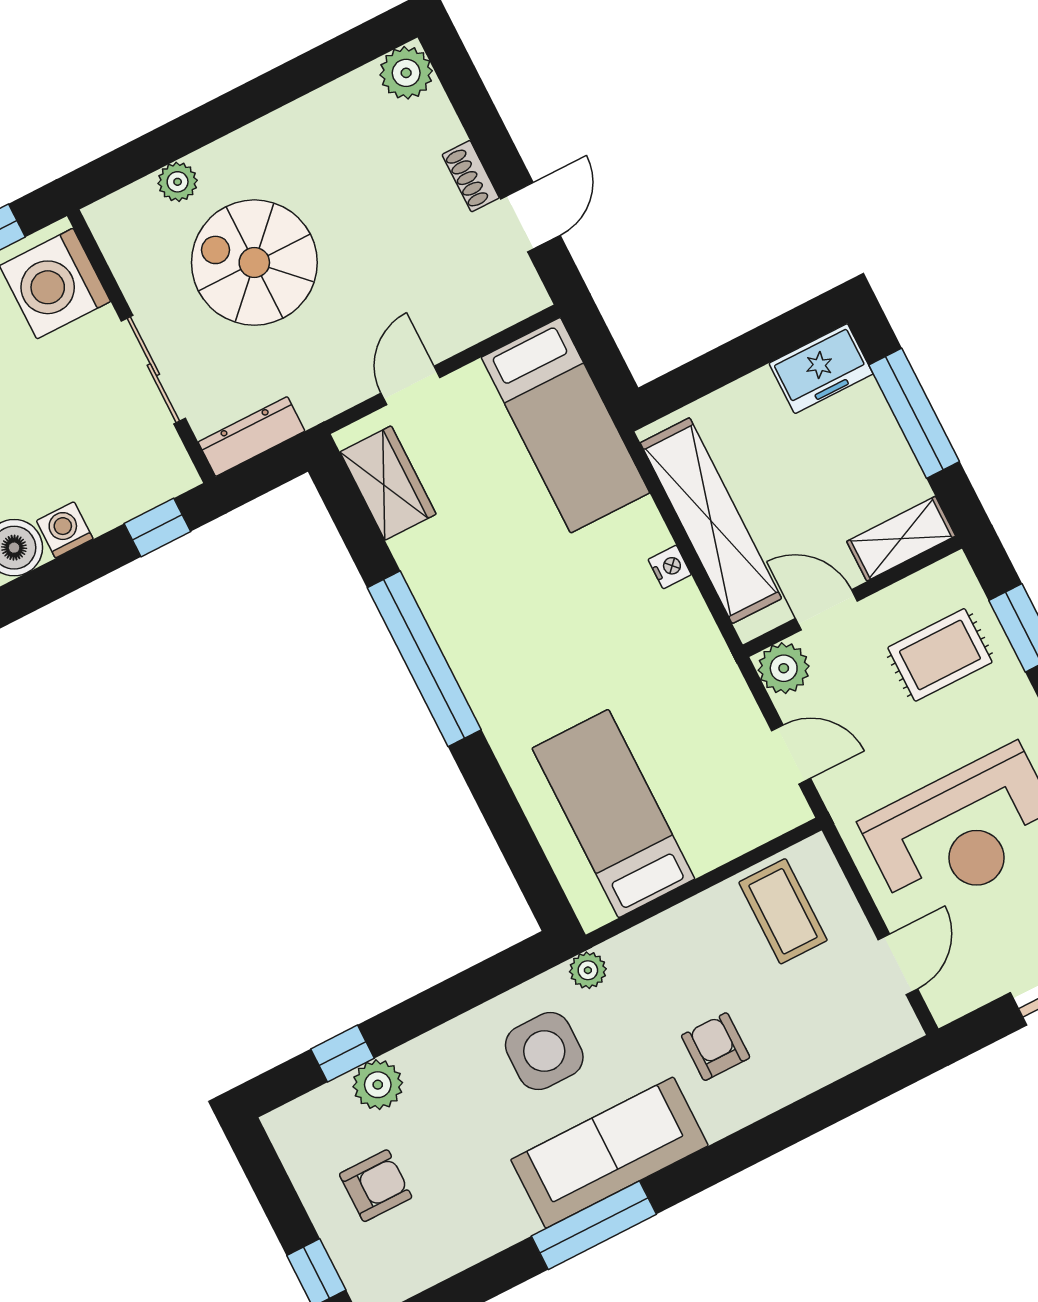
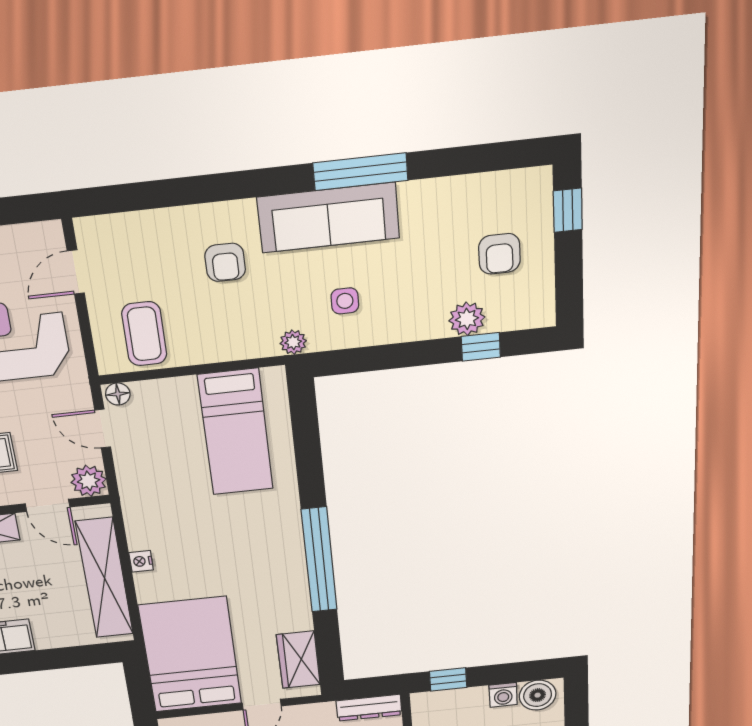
bed: (565, 425) -> (190, 655), width x1.50
floor lamp: (788, 813) -> (118, 394), added
side table: (544, 1051) -> (345, 301), width x0.54, depth x0.54
armchair: (376, 1186) -> (499, 254), turned -90

